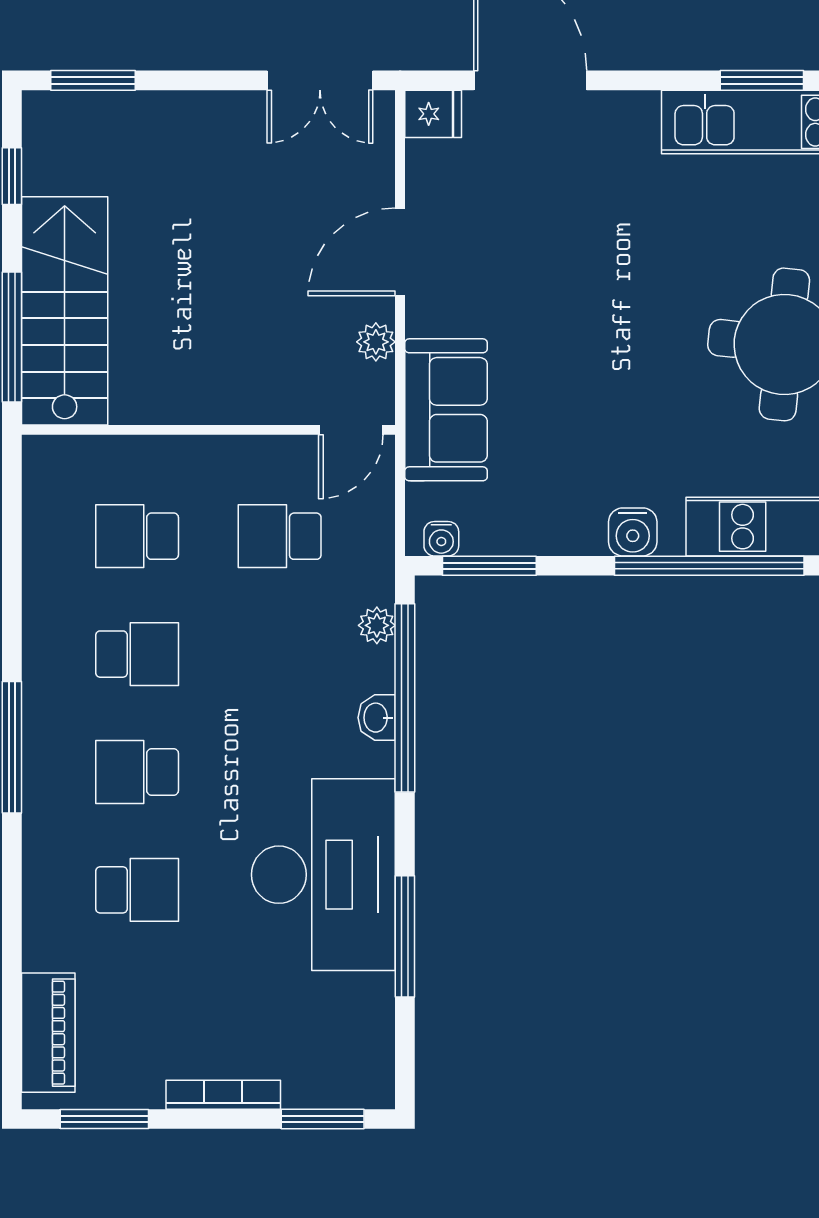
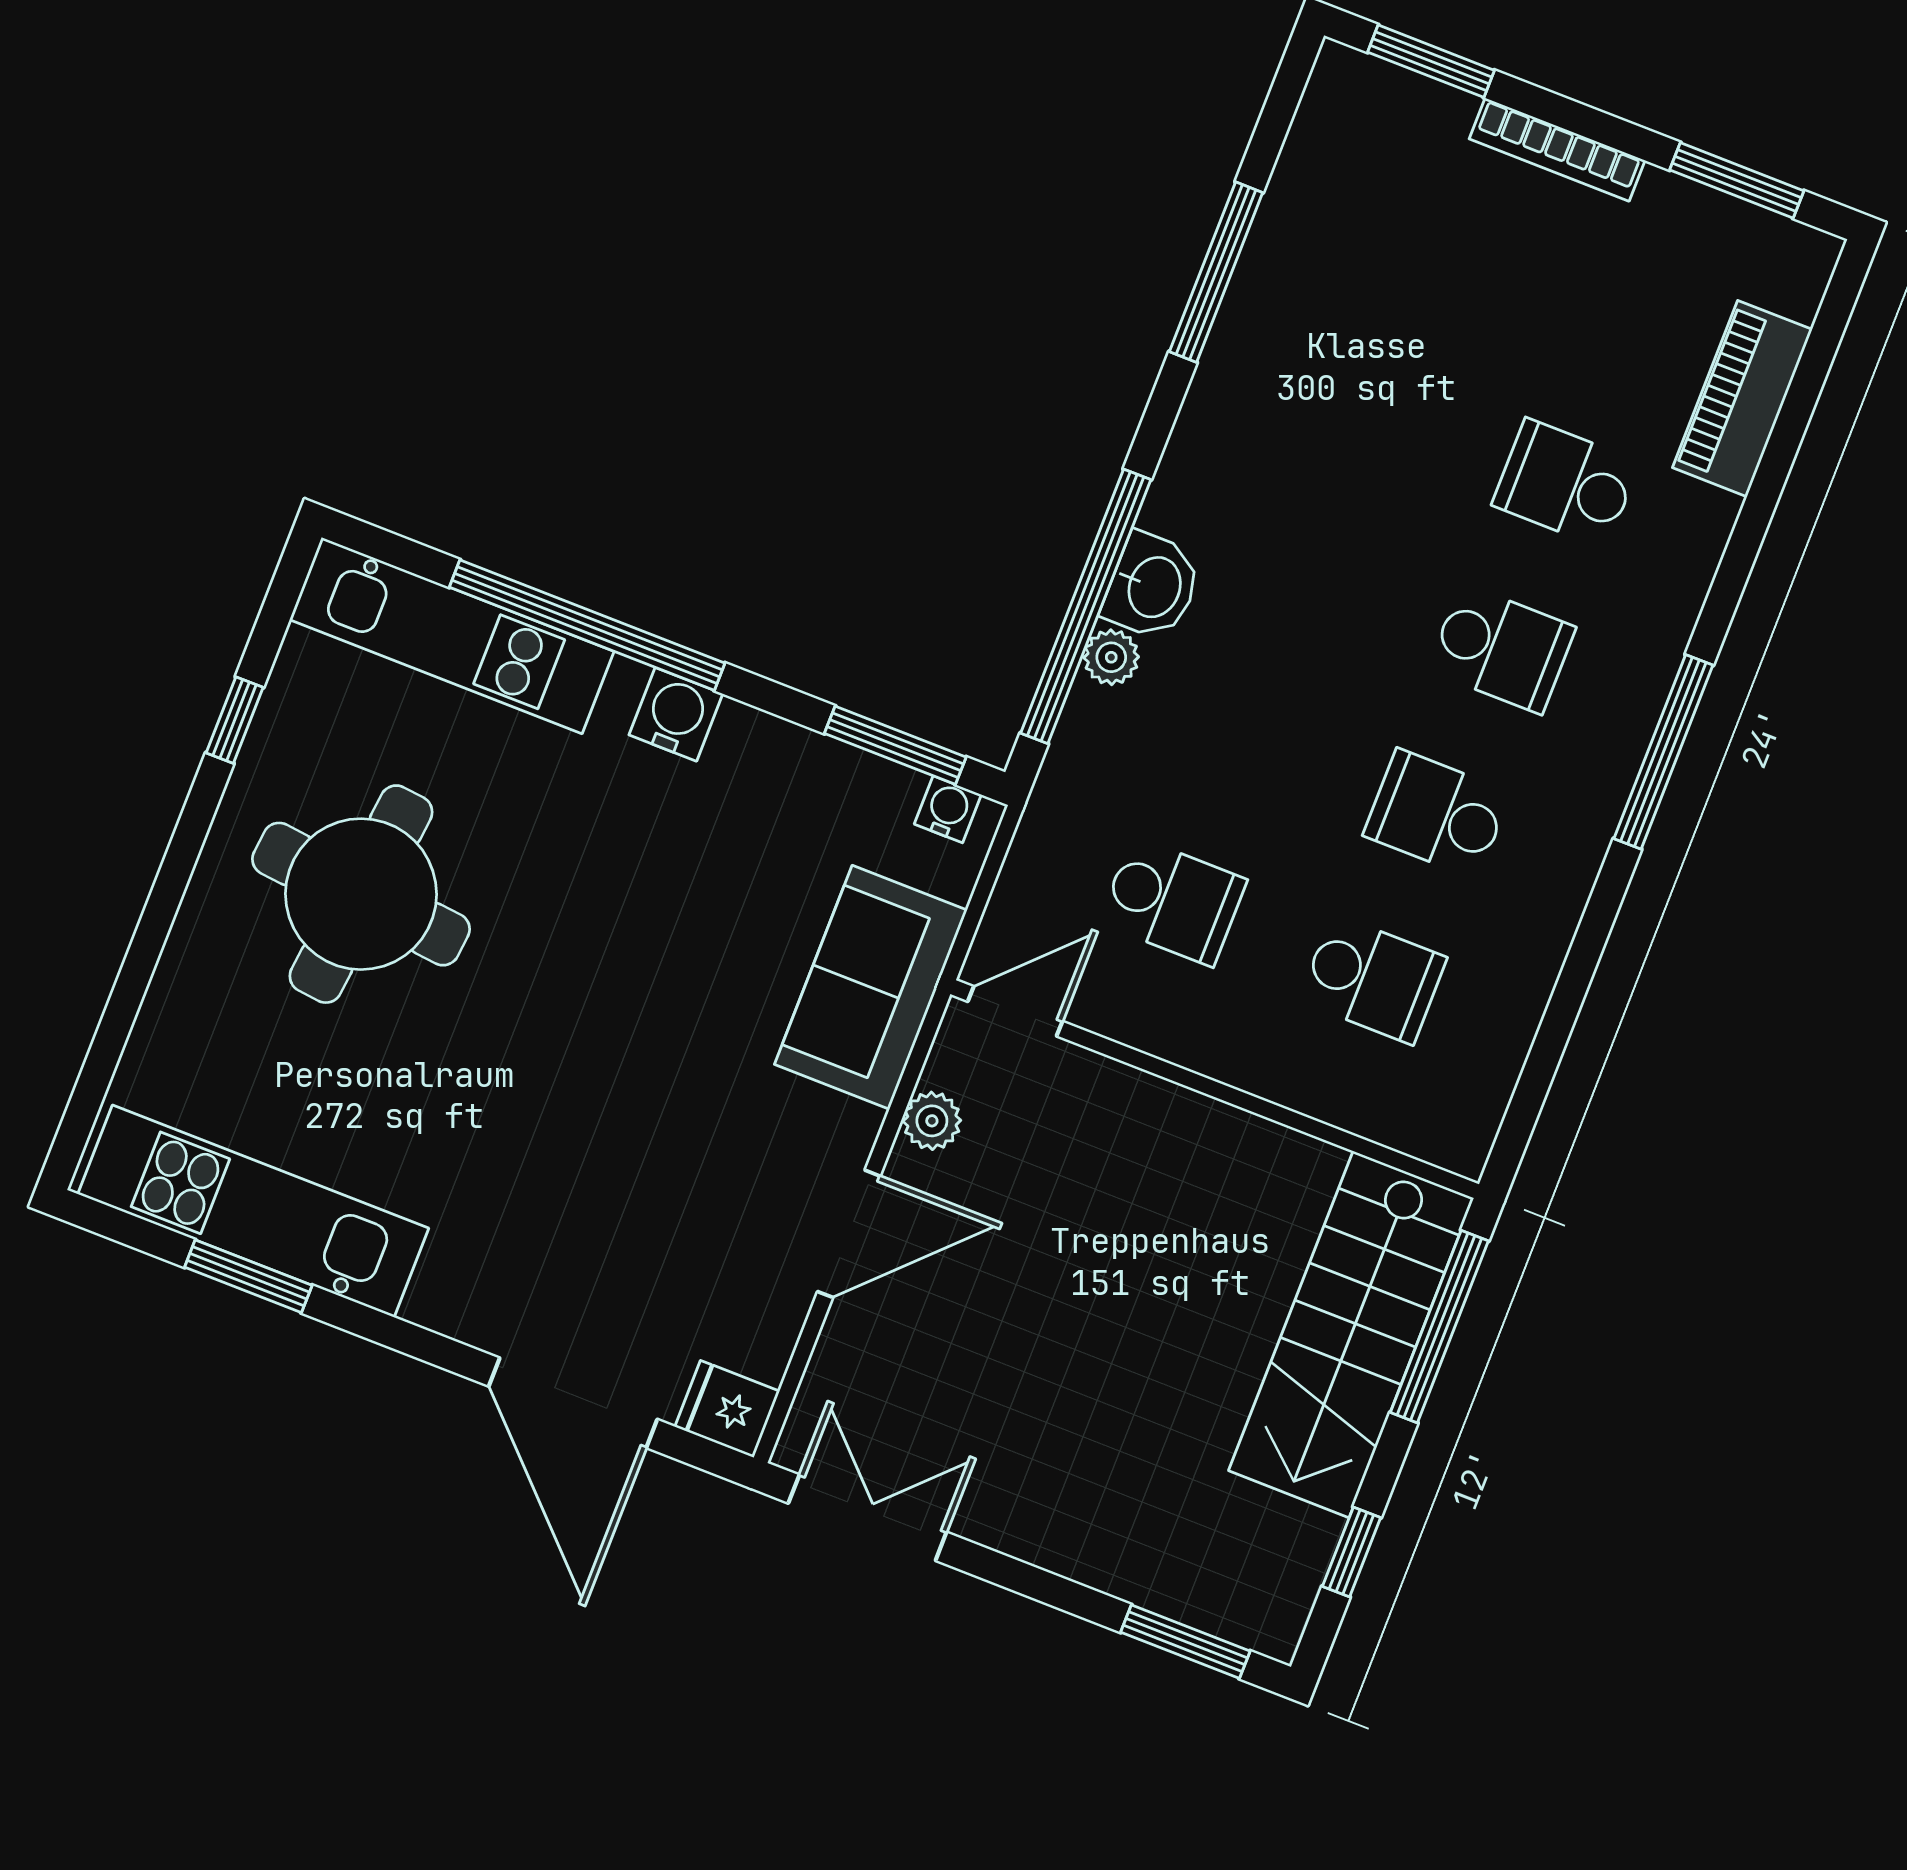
plant: (377, 625) -> (1111, 657), moved
washbasin: (377, 718) -> (1152, 586), width x1.38, depth x1.45
desk: (323, 875) -> (1297, 403), removed
piano: (48, 1033) -> (1742, 399), moved

